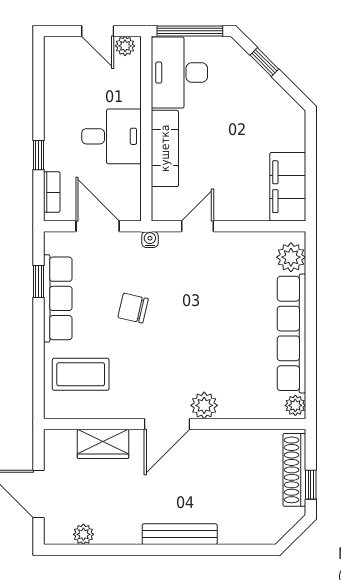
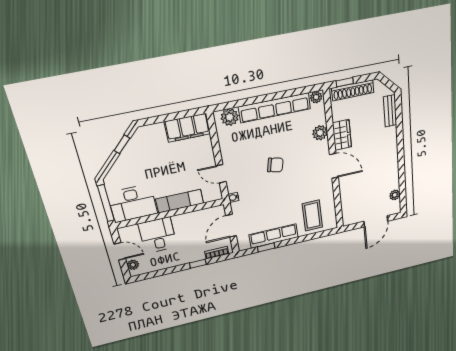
door: (98, 31) -> (120, 251), hinge flipped
plant: (125, 46) -> (133, 265), moved
window: (264, 62) -> (122, 144), moved
desk: (111, 136) -> (158, 235), moved
chair: (133, 308) -> (275, 165), moved, turned -90
plant: (204, 405) -> (320, 133), moved
wardrobe: (103, 444) -> (342, 135), moved
window: (311, 485) -> (345, 82), moved
bench: (180, 534) -> (390, 111), moved, width x0.73

